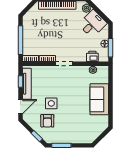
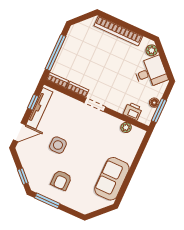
sofa: (99, 99) -> (112, 179), moved
armchair: (47, 121) -> (61, 180), moved

